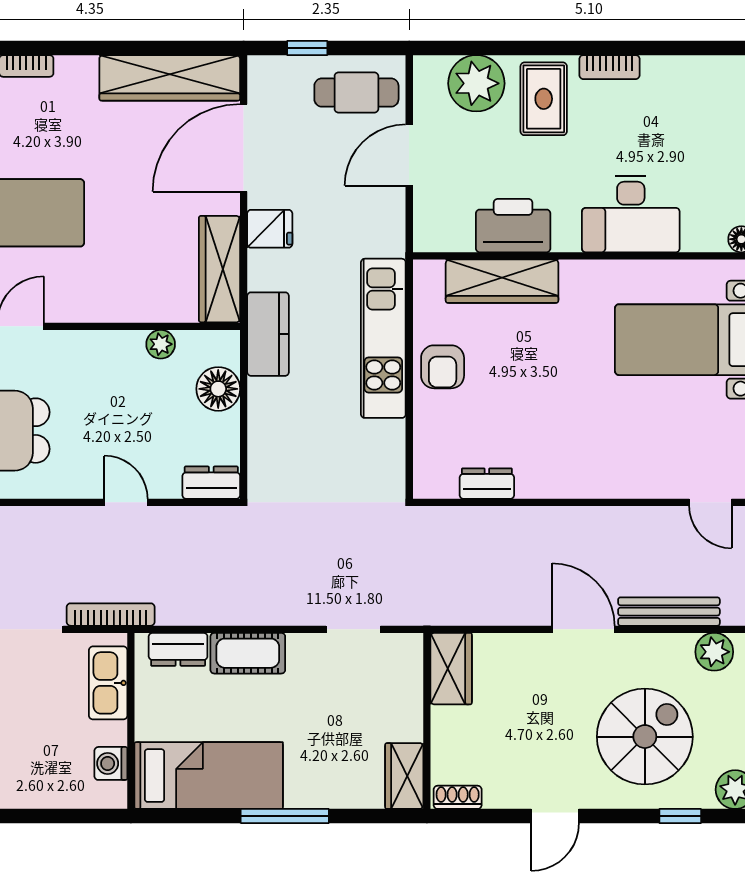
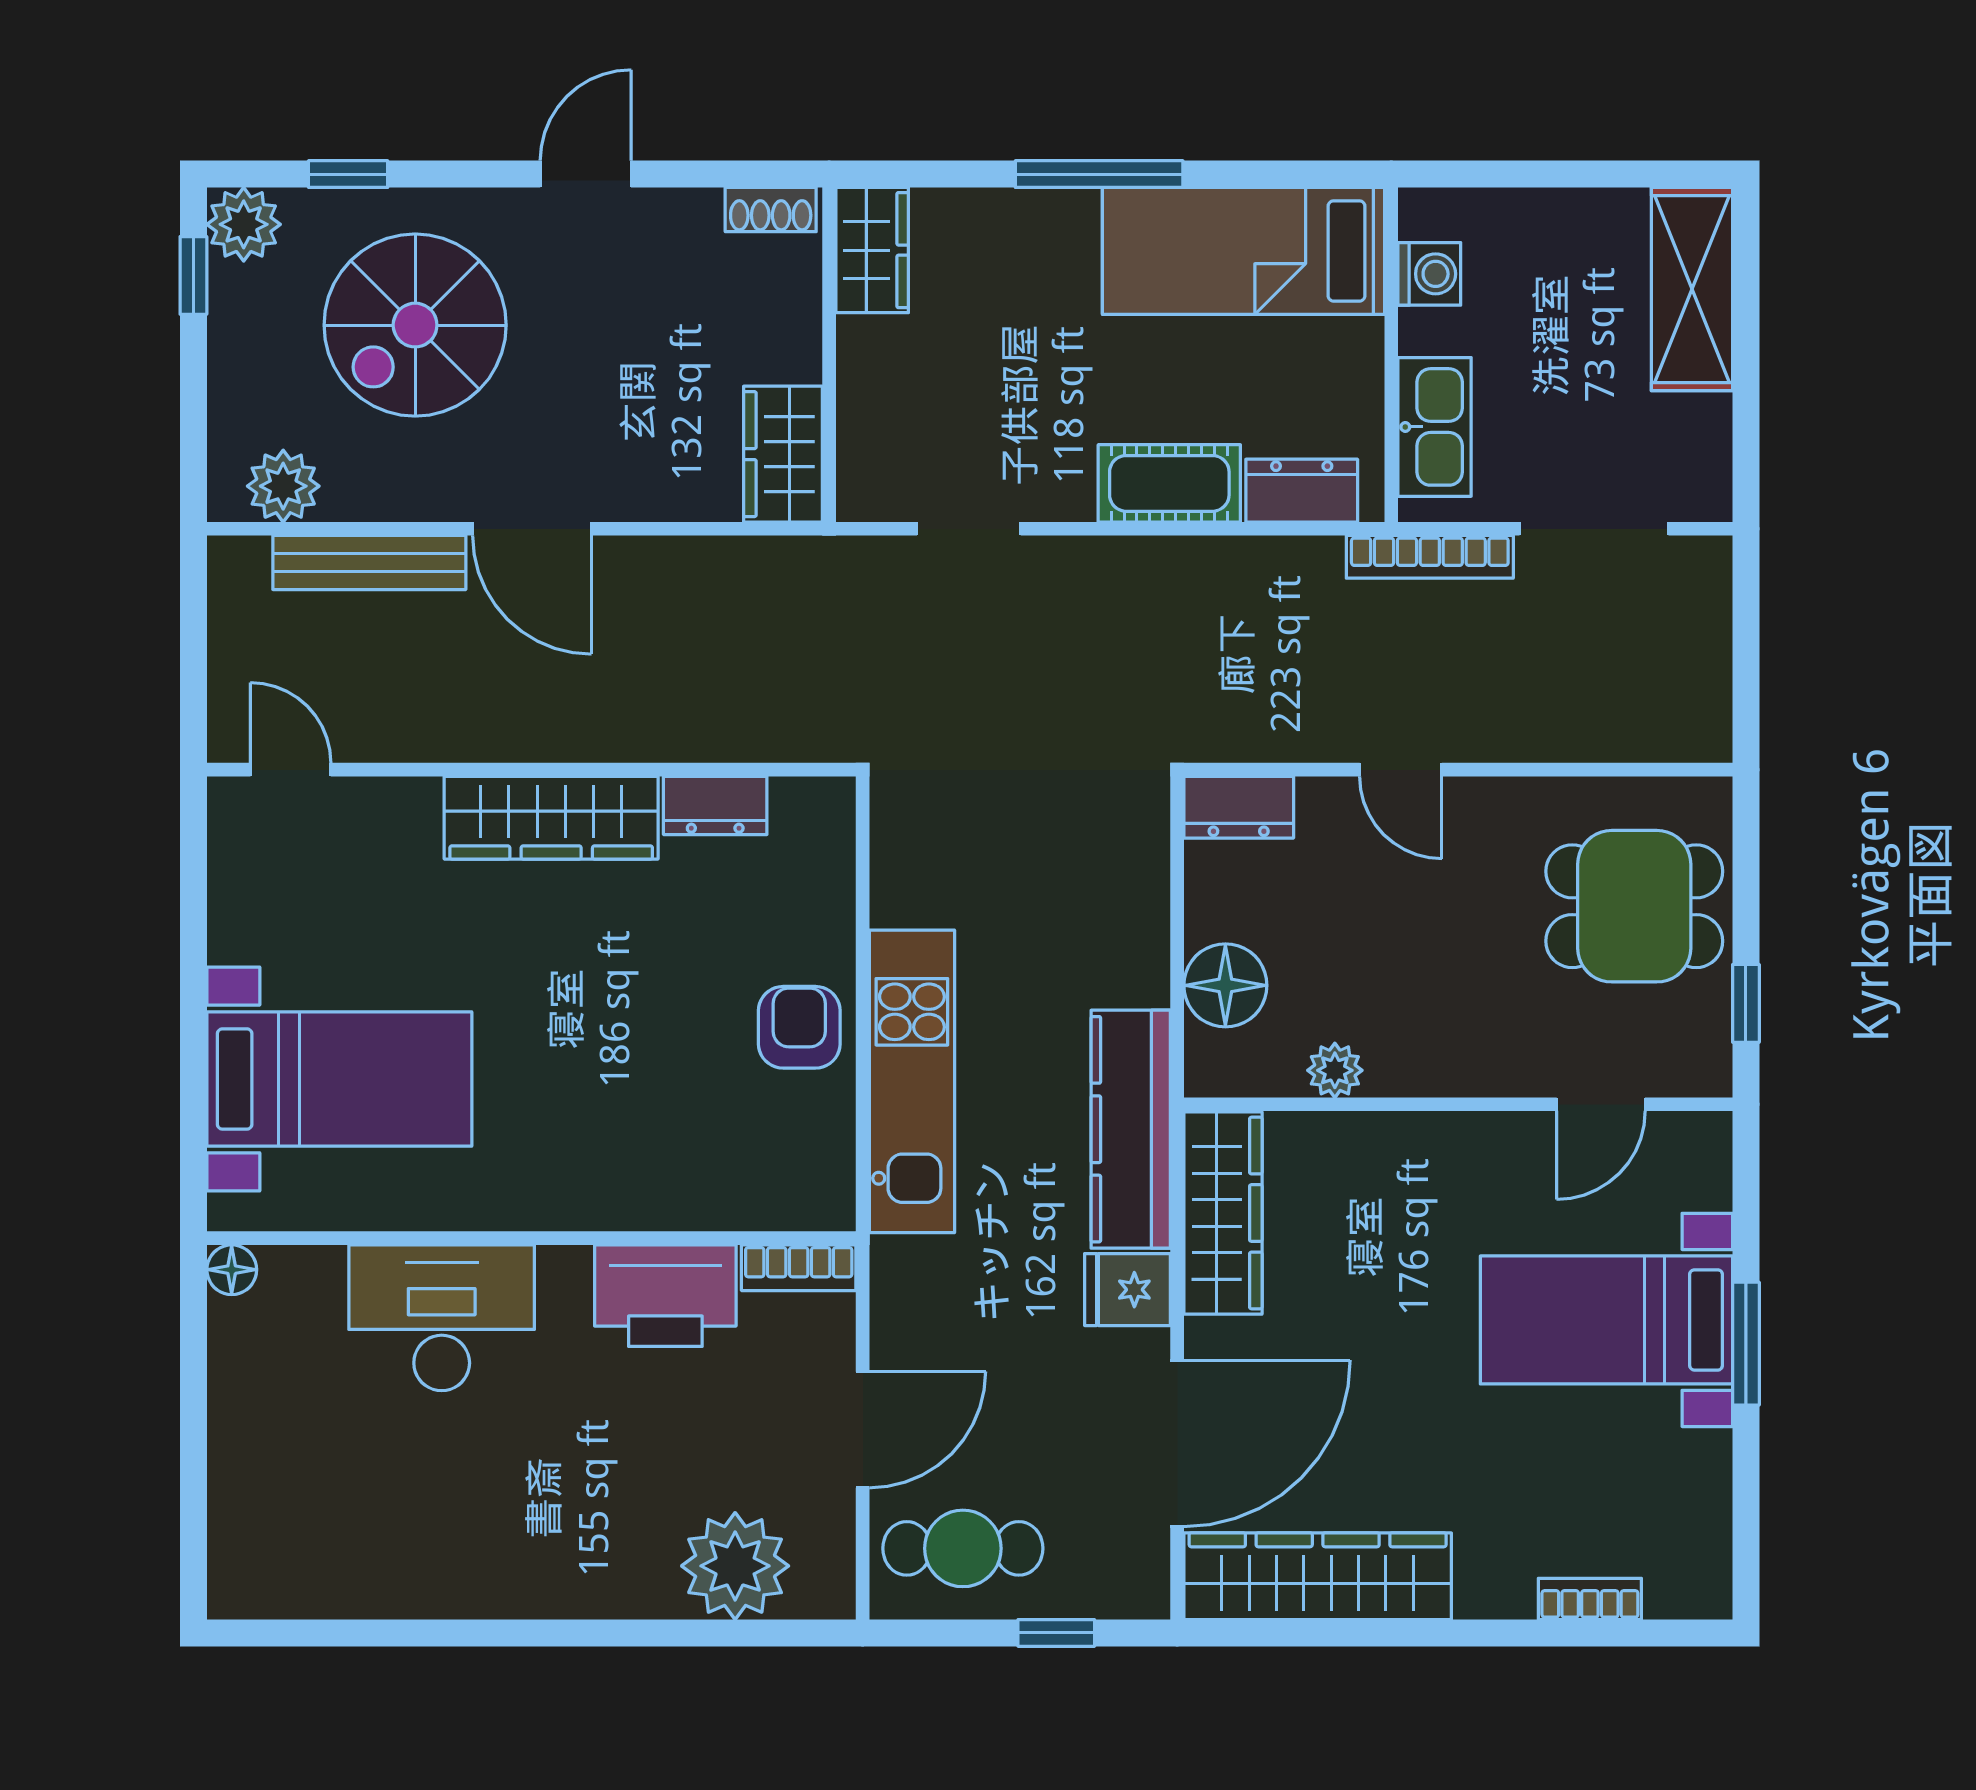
bookcase: (609, 67) -> (799, 1268), moved, turned 180
rug: (544, 99) -> (607, 1536), removed
wardrobe: (502, 281) -> (551, 818), moved, turned 180
kitchen counter: (268, 334) -> (1131, 1129), width x1.50

